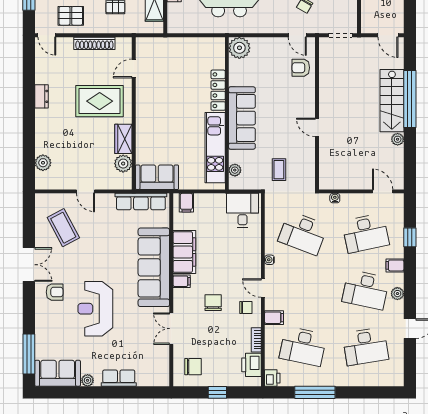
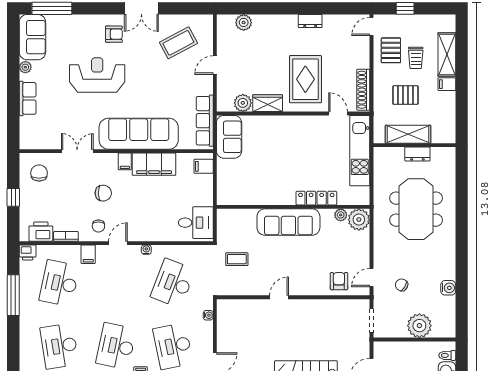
shoe rack: (94, 43) -> (363, 90), moved
kitchen unit: (215, 148) -> (360, 151), moved, turned -90
plant: (235, 170) -> (341, 215), moved
armchair: (55, 292) -> (114, 34), turned -90
chair: (193, 367) -> (39, 173), turned 180

